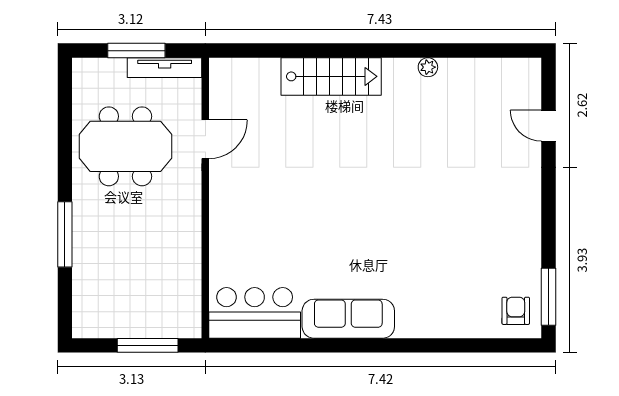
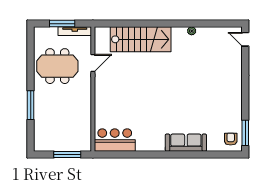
stairs: (331, 76) -> (141, 39), width x1.36, depth x1.51
door: (549, 126) -> (245, 39), moved
sofa: (348, 319) -> (186, 143), moved

